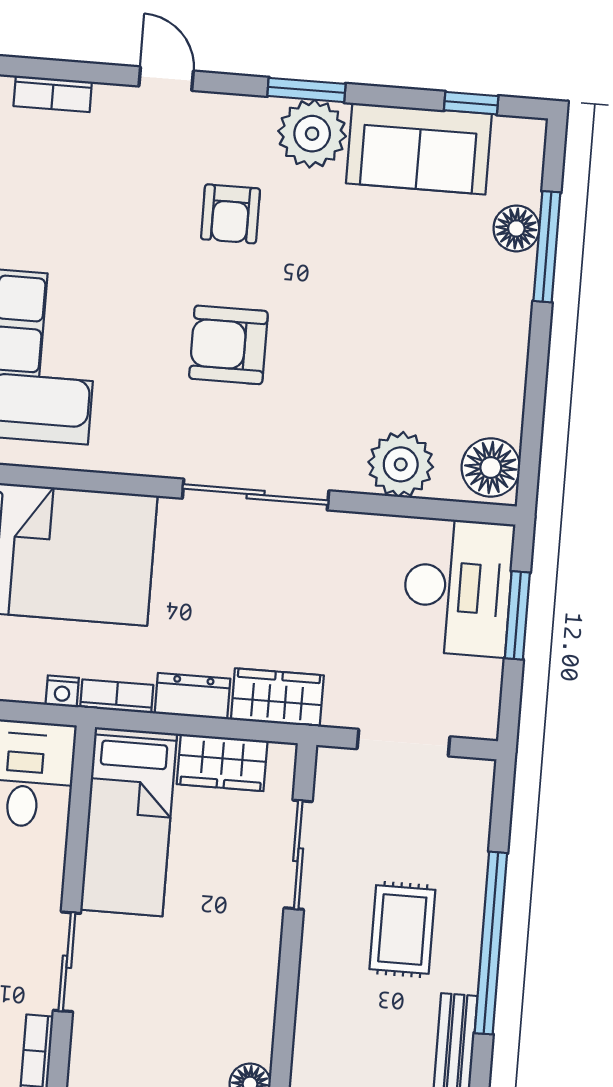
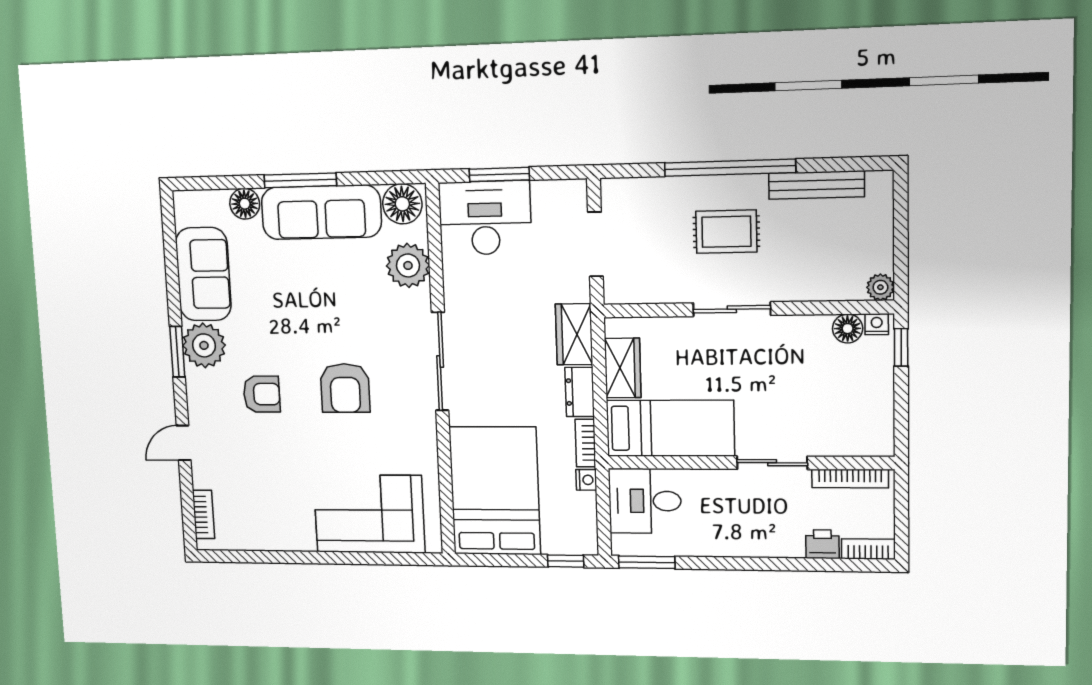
window: (471, 103) -> (170, 243), removed
window: (547, 247) -> (300, 180), moved
sofa: (491, 344) -> (321, 212), added
sliding door: (298, 855) -> (732, 309), moved

